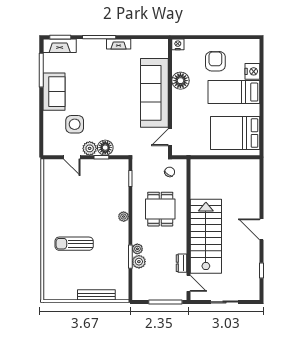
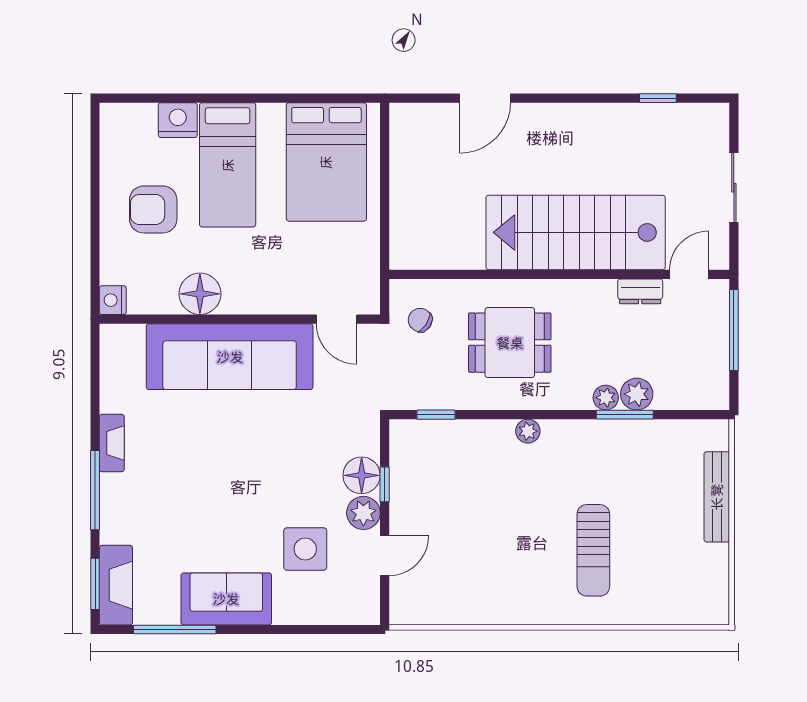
door: (262, 229) -> (485, 98), moved

